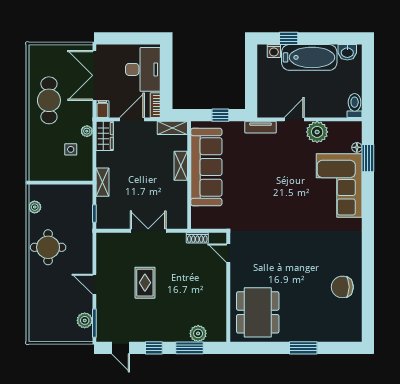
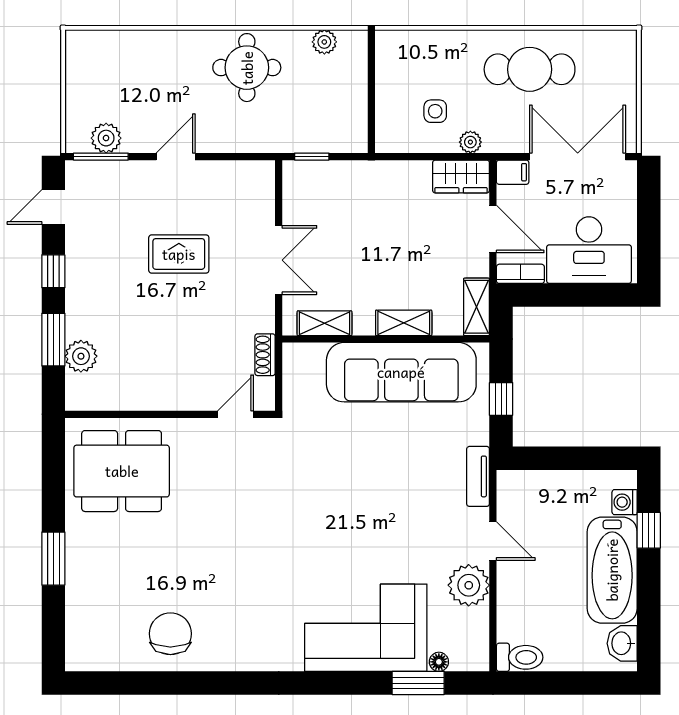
shelving: (103, 182) -> (324, 323), moved

